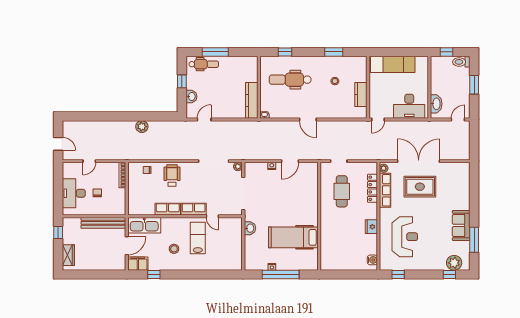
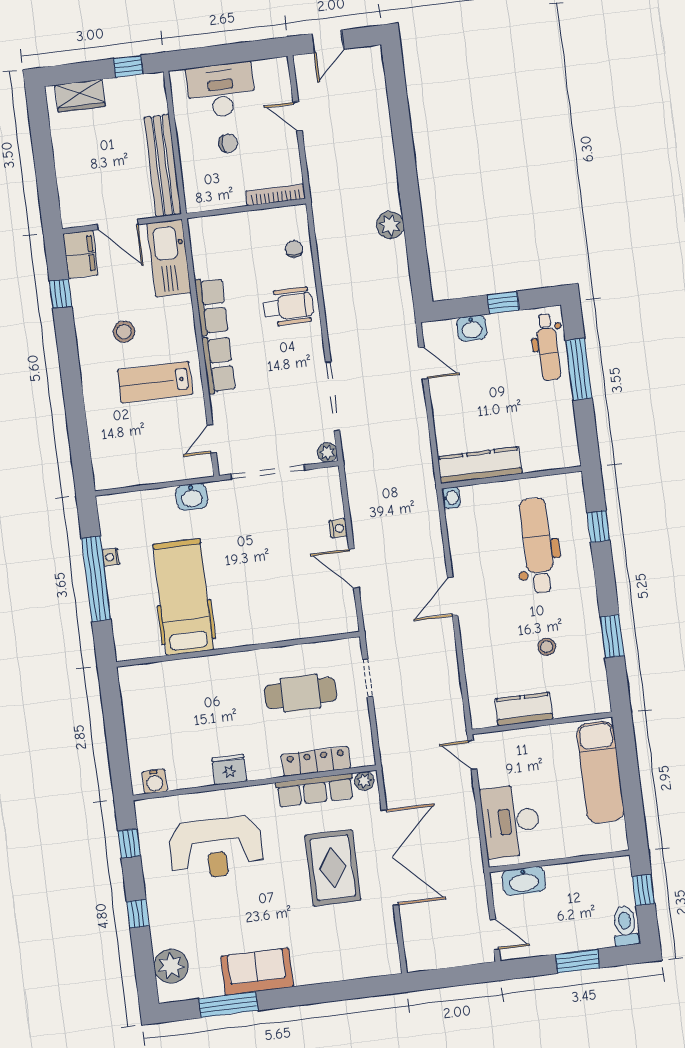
door: (212, 216) -> (212, 439), moved
lab bench: (198, 238) -> (155, 382), turned 180
window: (449, 274) -> (138, 914), moved

